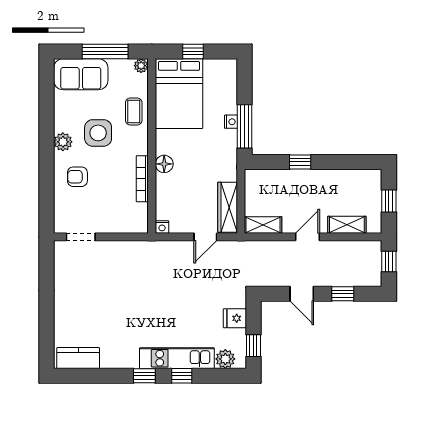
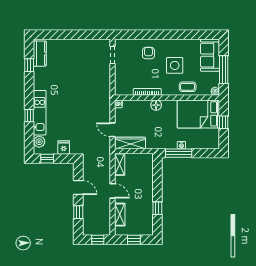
plant: (63, 142) -> (169, 44), removed
window: (300, 162) -> (157, 208), moved
door: (302, 294) -> (78, 188), swing flipped
window: (144, 376) -> (29, 65), moved

